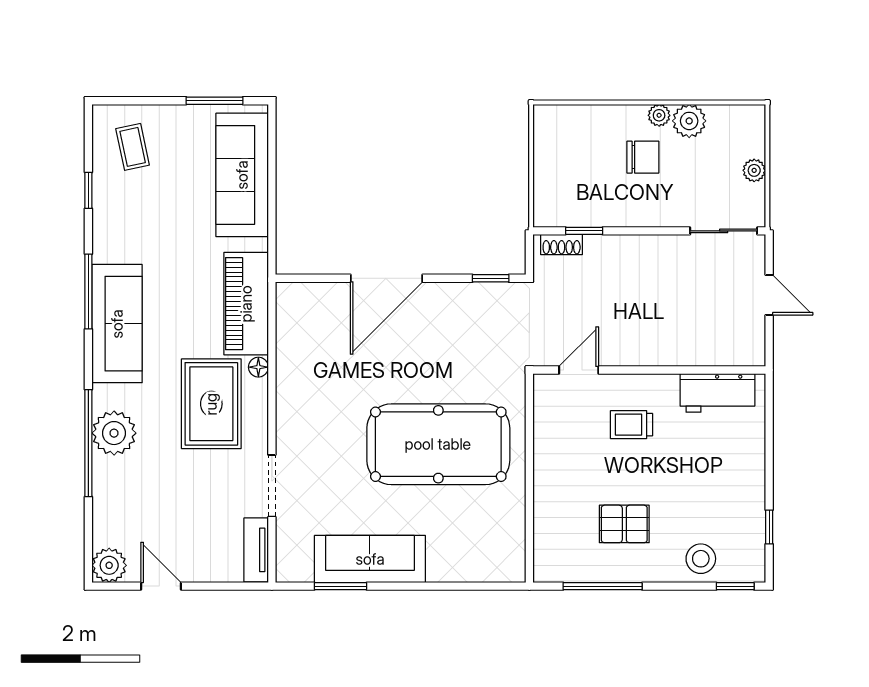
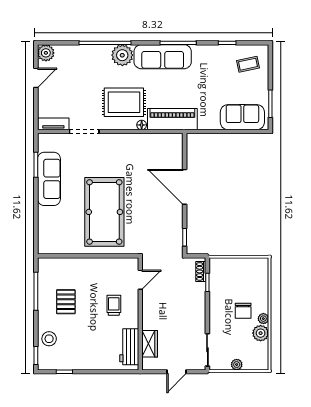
sofa: (242, 175) -> (242, 117), width x0.73
wardrobe: (711, 350) -> (150, 344), added
door: (579, 370) -> (140, 280), hinge flipped
plant: (114, 433) -> (122, 55), moved

